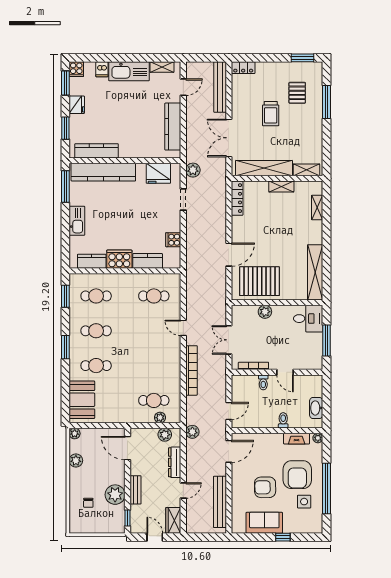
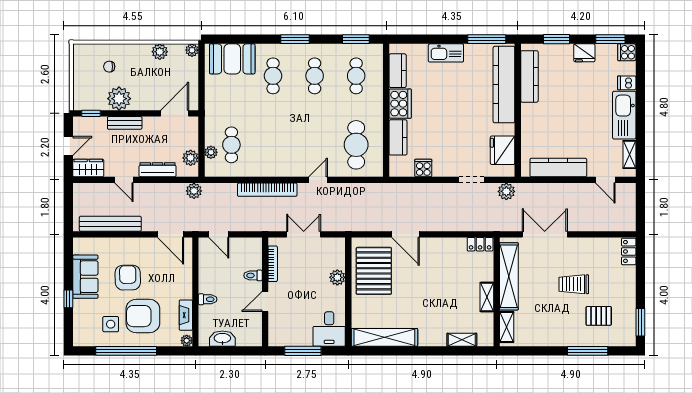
bench: (220, 87) -> (606, 224), removed
locker: (237, 198) -> (480, 244), width x0.66
cafe table: (154, 296) -> (356, 145), width x1.37, depth x1.35

